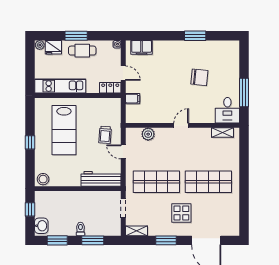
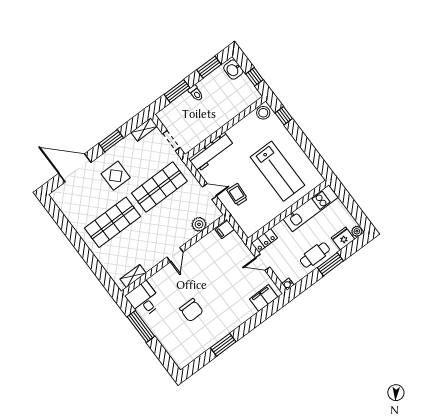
chair: (199, 77) -> (191, 310), turned -96
filing cabinet: (133, 99) -> (225, 229), moved
lab bench: (64, 130) -> (278, 171), turned 180
window: (30, 142) -> (284, 116), moved

